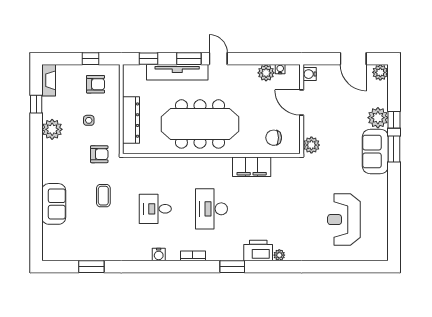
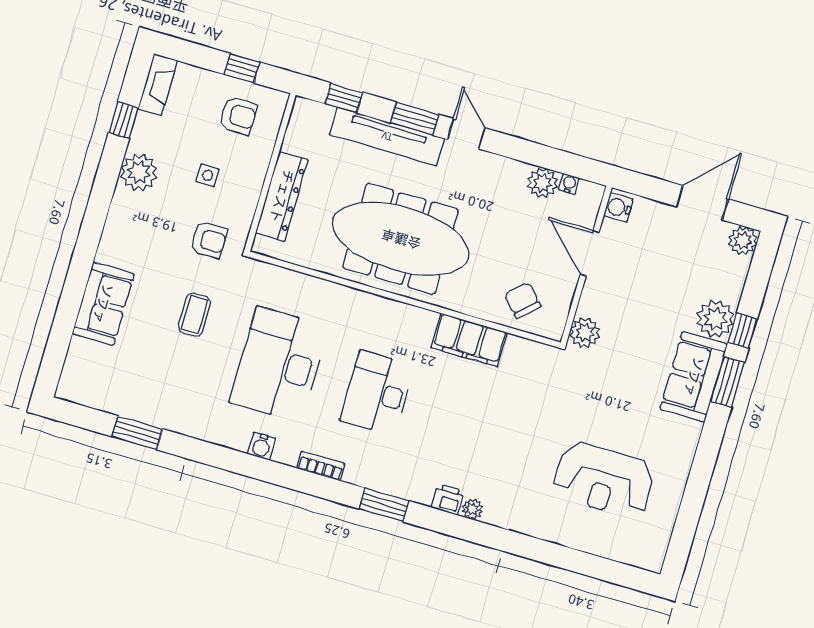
door: (353, 59) -> (702, 203), swing flipped
chair: (274, 138) -> (523, 300), turned 47
desk: (155, 209) -> (279, 364), width x1.87, depth x1.30
reception desk: (344, 220) -> (604, 480), turned -90
printer: (258, 250) -> (448, 499), width x0.53, depth x0.68

